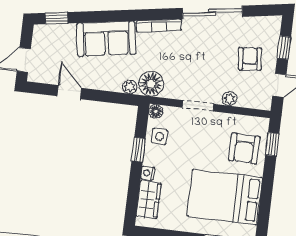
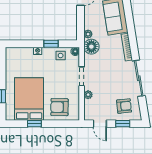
armchair: (250, 59) -> (124, 106), moved
window: (272, 144) -> (34, 124), moved
wardrobe: (149, 200) -> (22, 54), removed

